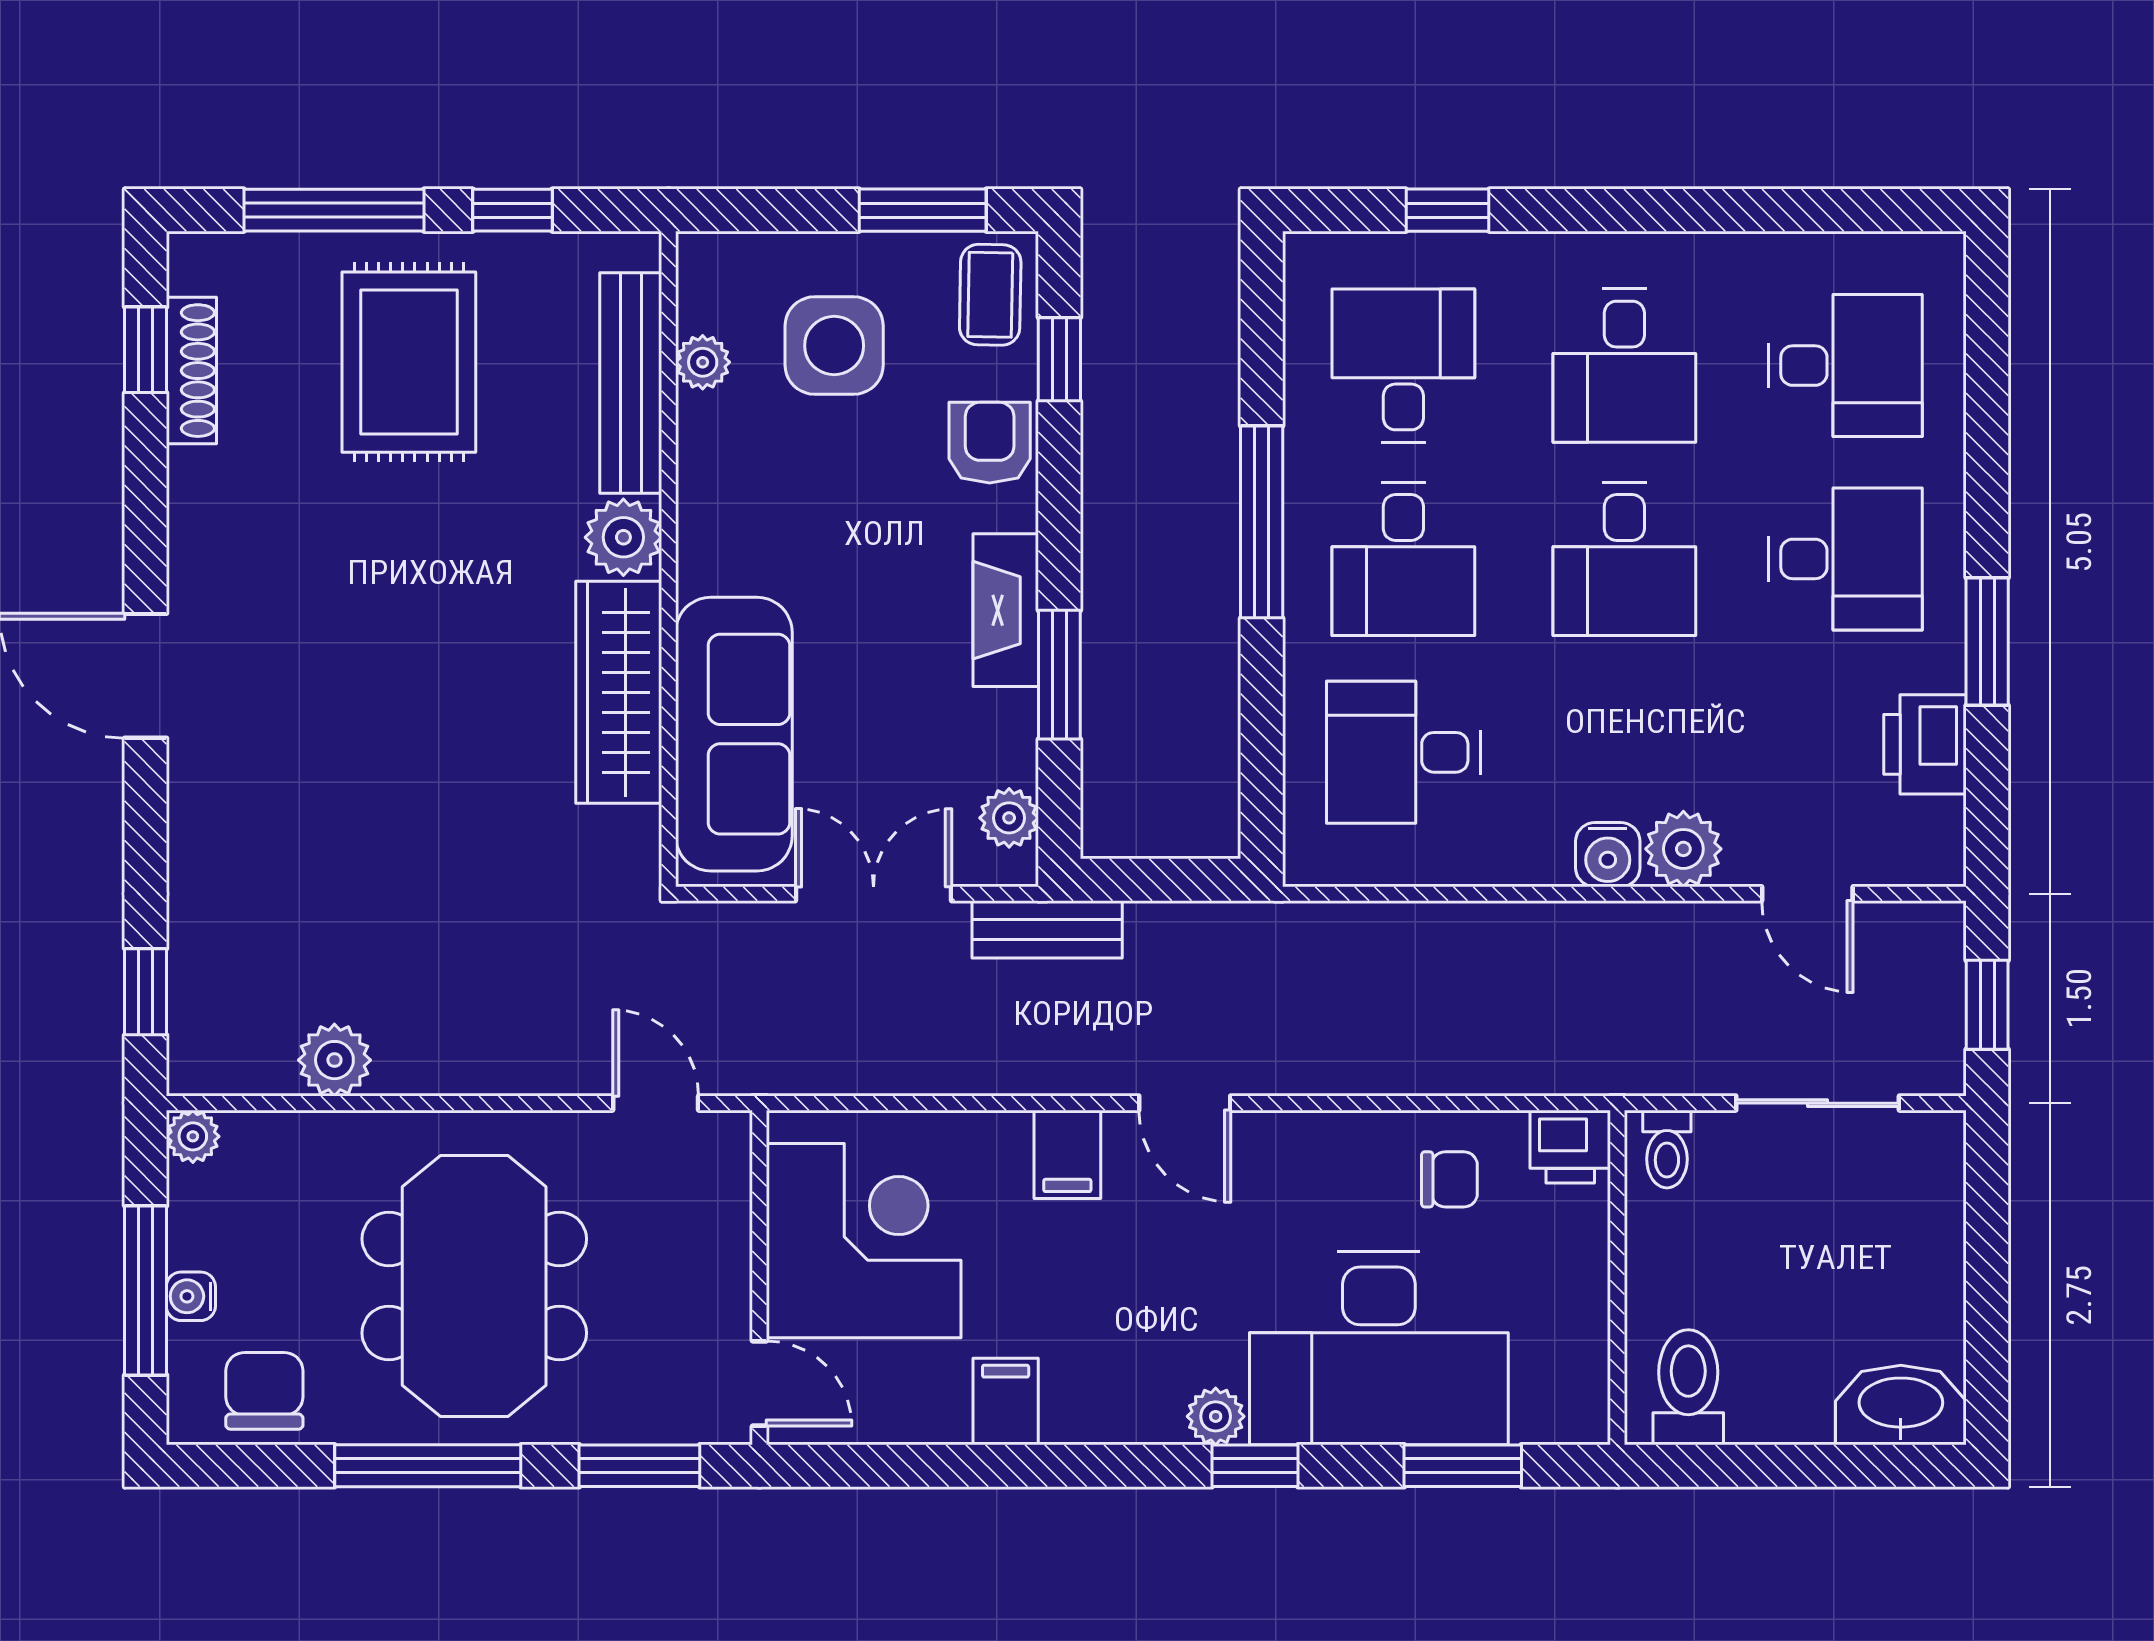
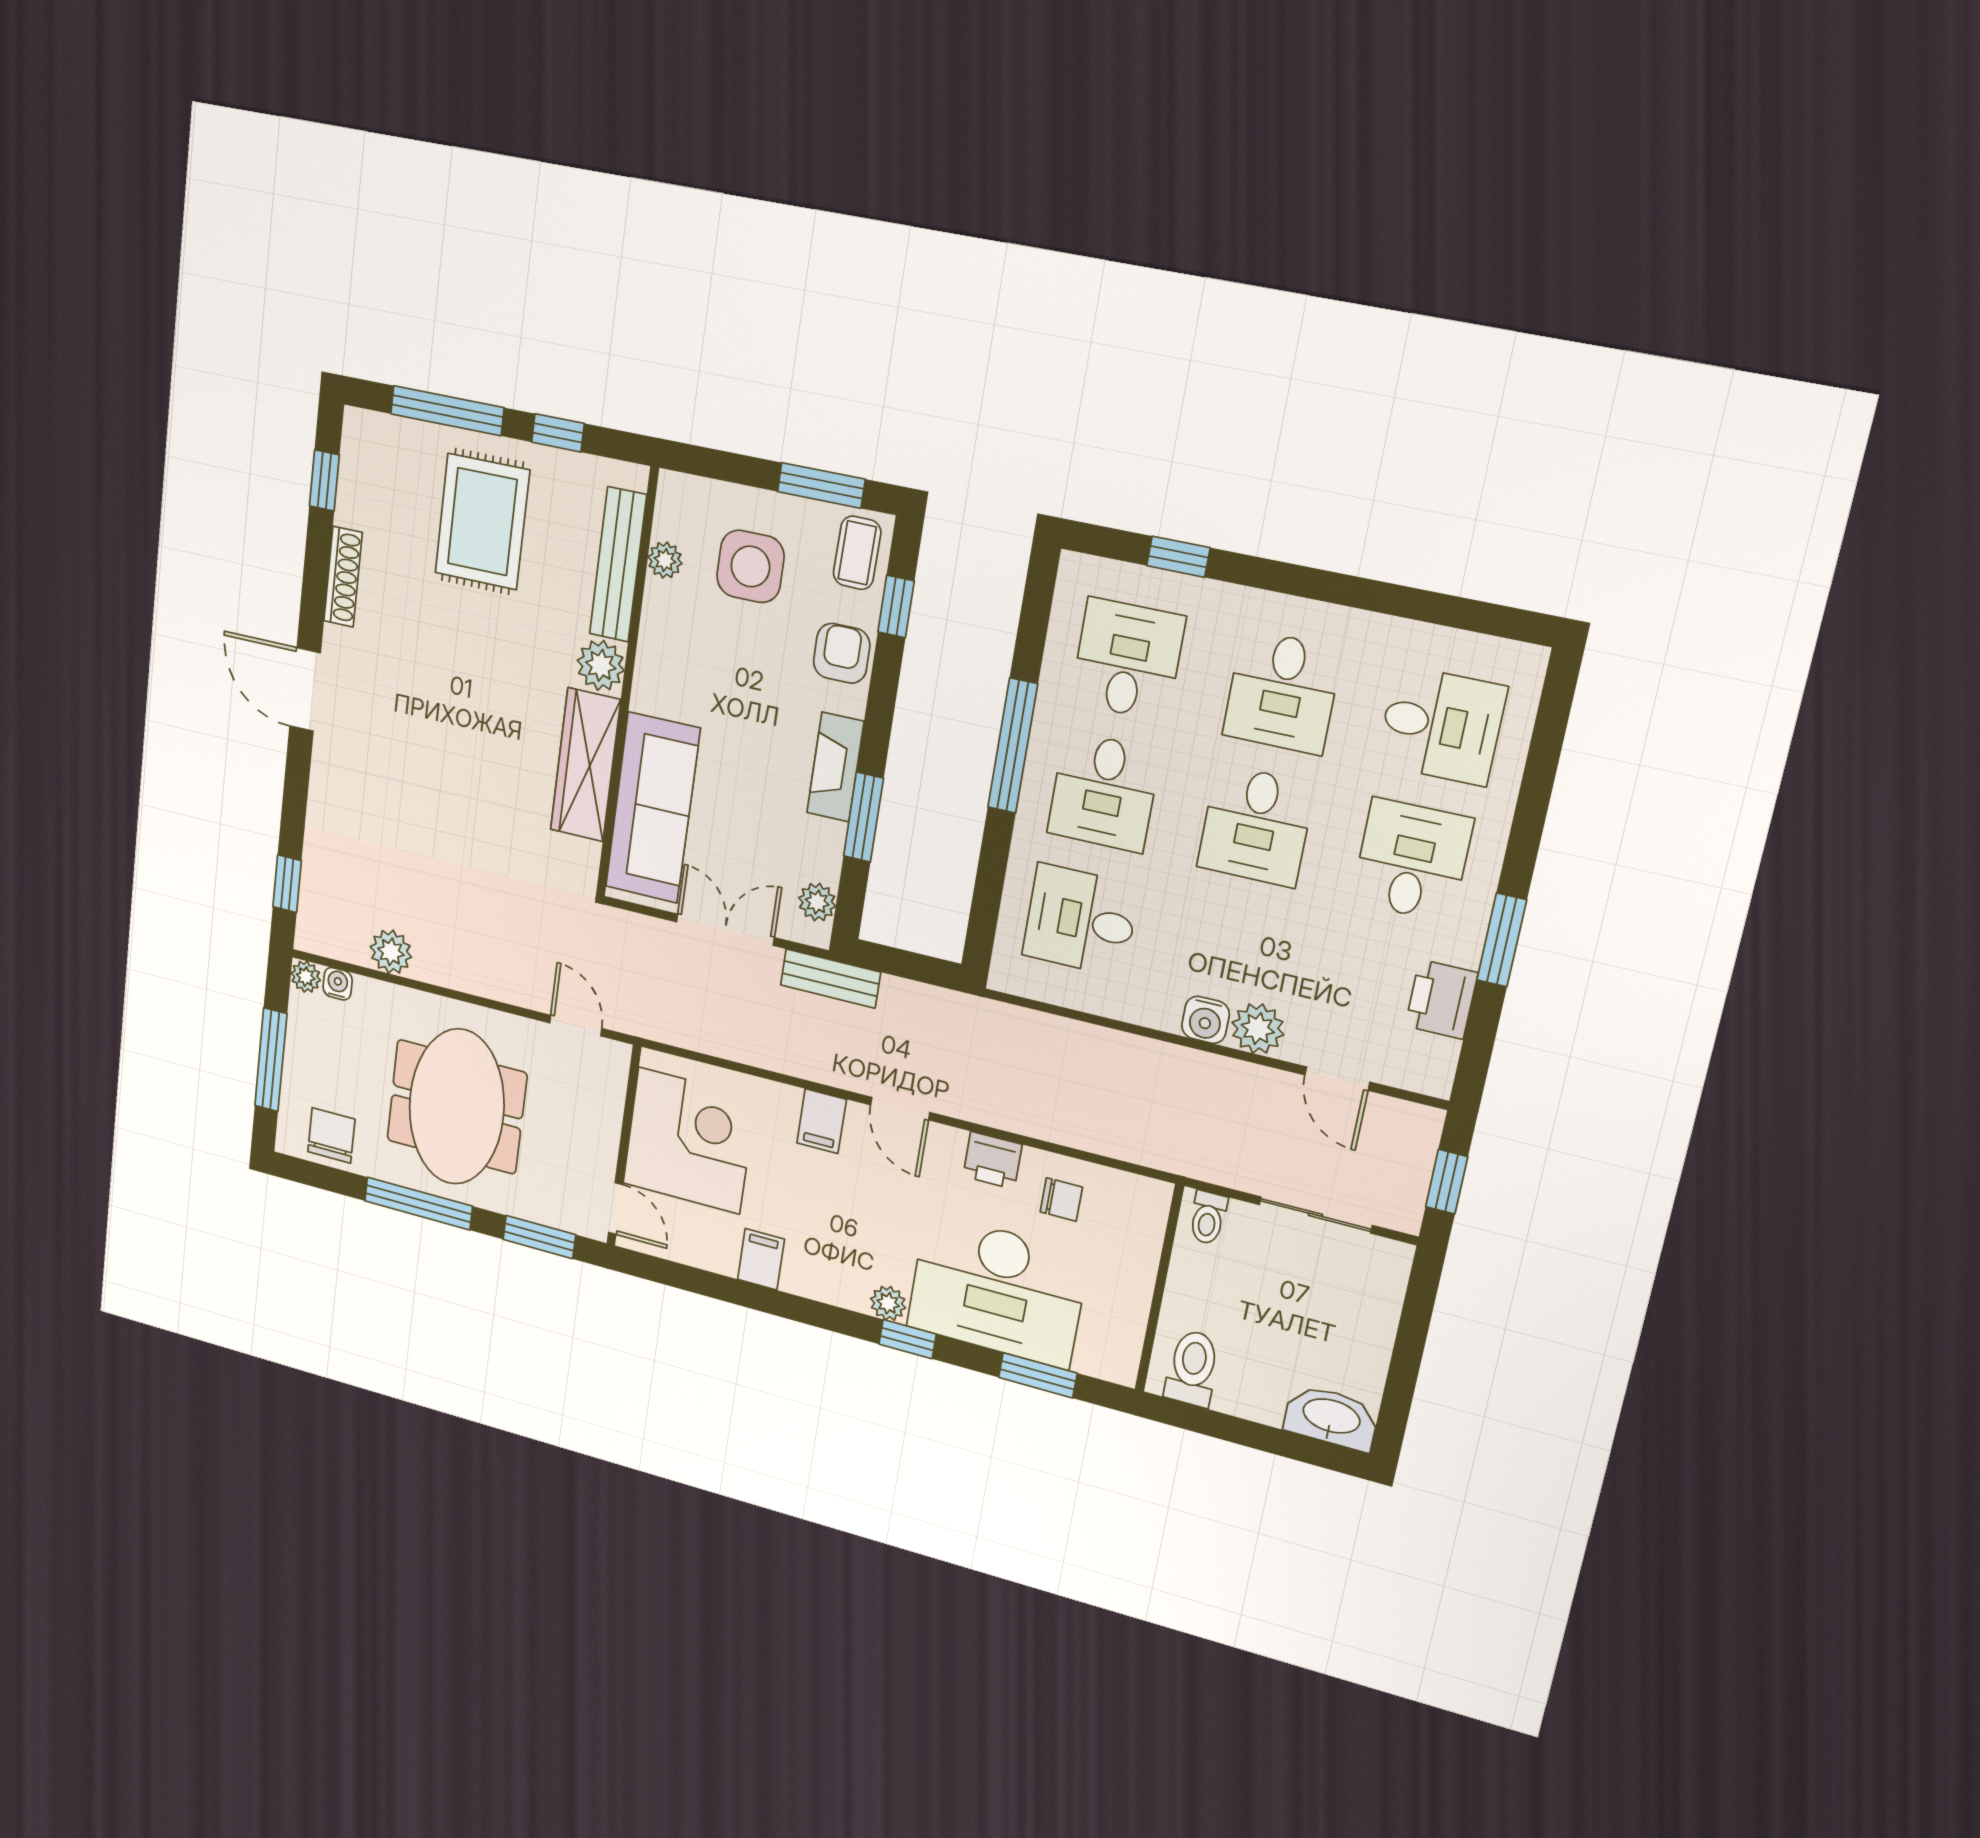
shoe rack: (191, 371) -> (343, 577), moved
desk: (1845, 559) -> (1412, 860), turned -90
printer: (1570, 1147) -> (993, 1160), moved
water cooler: (191, 1296) -> (338, 984), moved, turned 90

